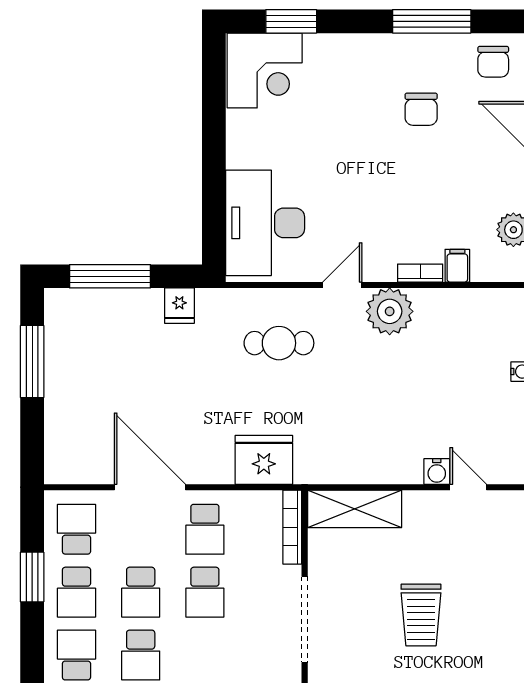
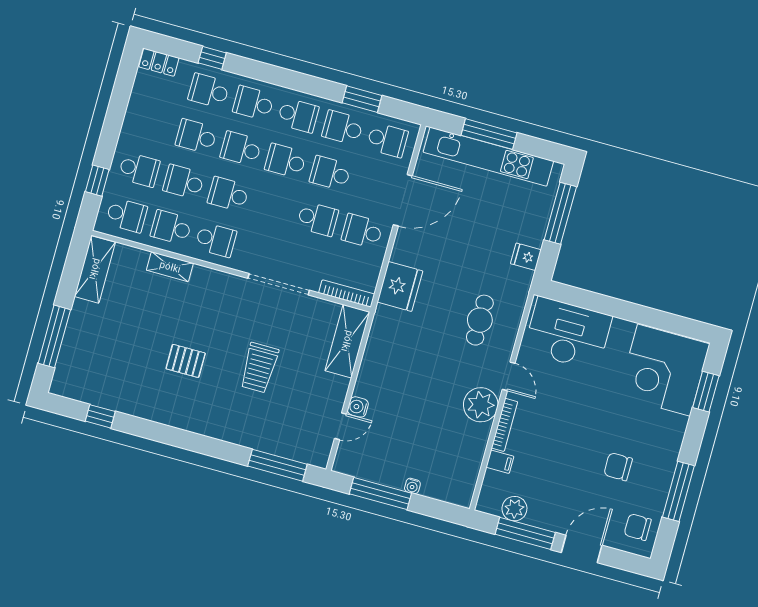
corner desk: (265, 70) -> (664, 370), width x1.36, depth x1.36
bookcase: (420, 273) -> (504, 425), width x1.56
window: (32, 362) -> (489, 134), moved
kitchen unit: (62, 391) -> (488, 157), added
school desk: (205, 592) -> (318, 219), turned 180
trolley: (421, 615) -> (259, 368), turned -90

